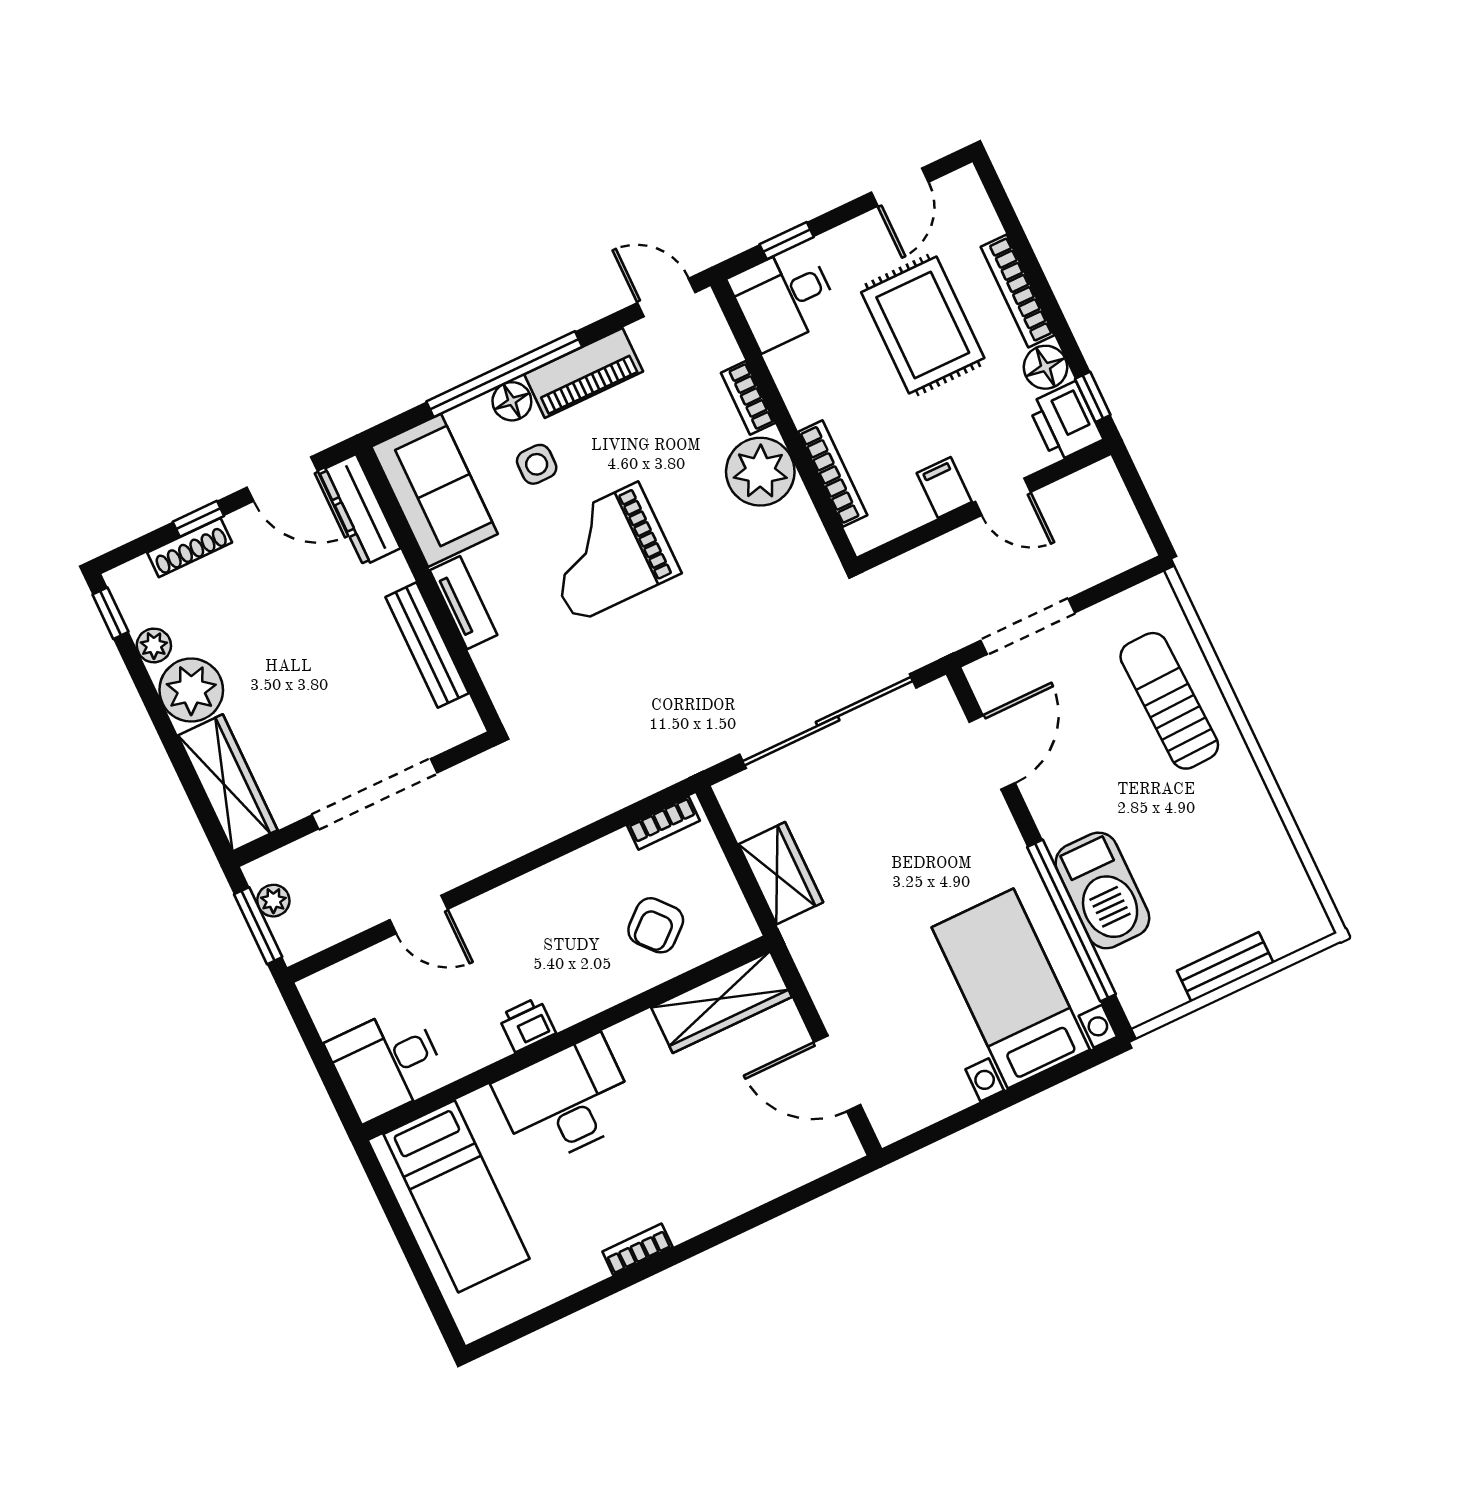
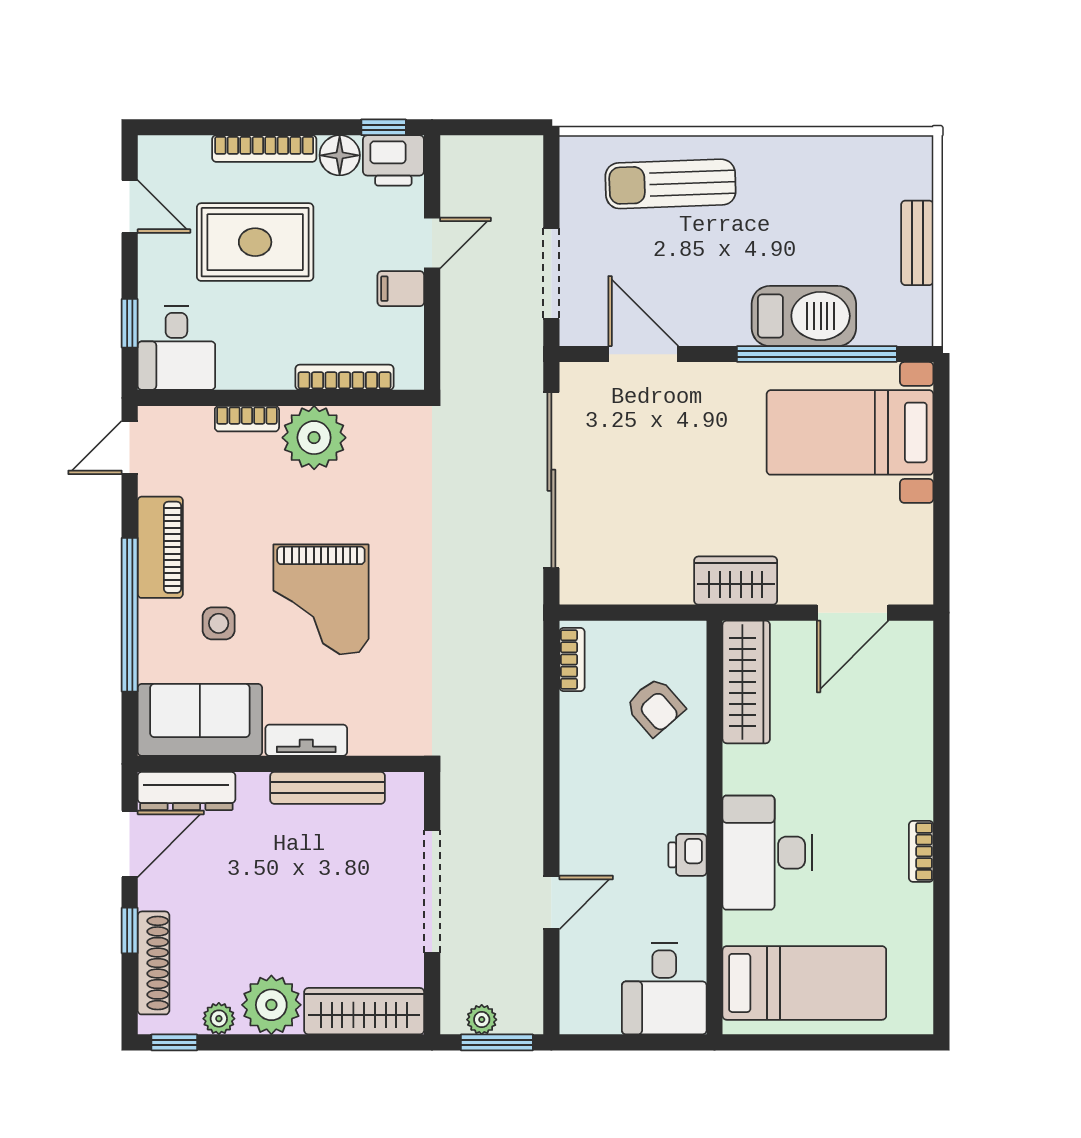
floor lamp: (512, 401) -> (156, 619), removed
shoe rack: (190, 548) -> (154, 963), width x1.36, depth x1.24
wardrobe: (781, 873) -> (736, 581), moved

